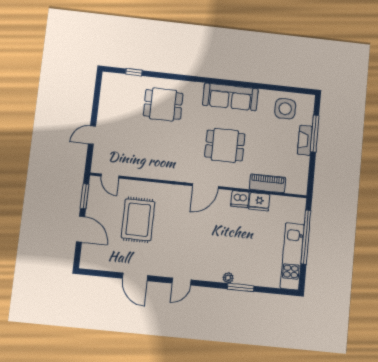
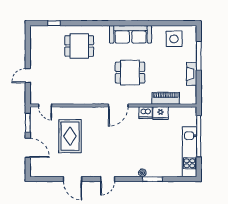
fireplace: (305, 140) -> (192, 74), moved

